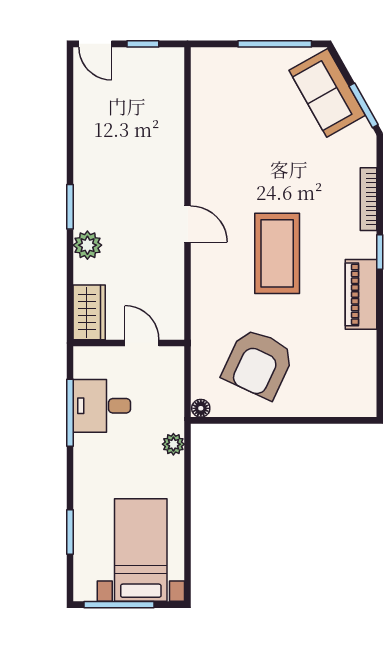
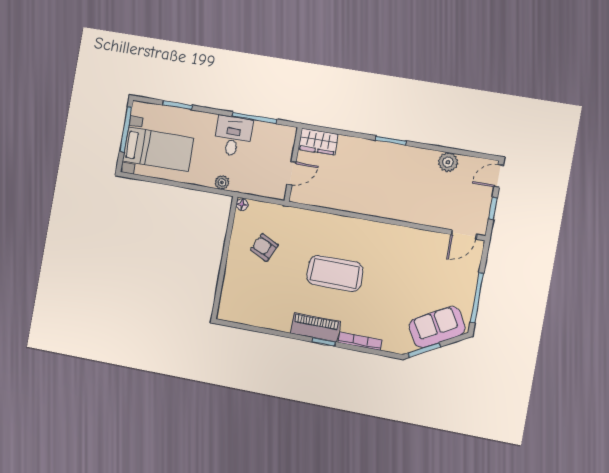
door: (188, 224) -> (464, 234), moved
plant: (87, 245) -> (448, 162), moved
piano: (361, 294) -> (315, 327), moved
armchair: (258, 364) -> (264, 248), width x0.53, depth x0.53
desk: (102, 406) -> (233, 136), moved

